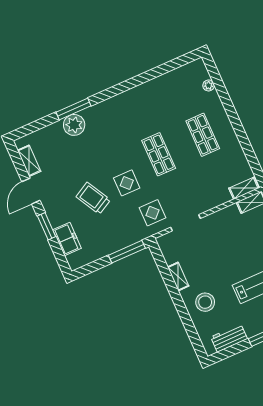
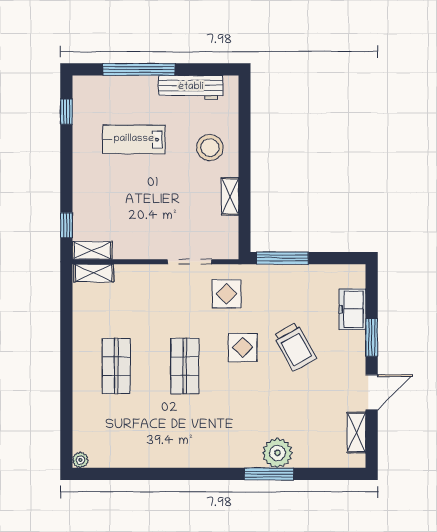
plant: (209, 85) -> (80, 460), moved
workbench: (229, 338) -> (191, 87), width x1.38

